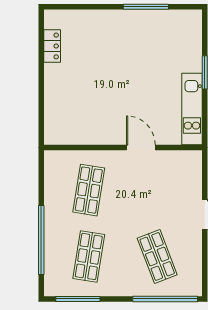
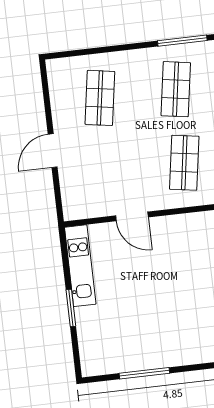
shop shelf: (157, 256) -> (100, 98), turned 30
window: (165, 299) -> (86, 52), removed

